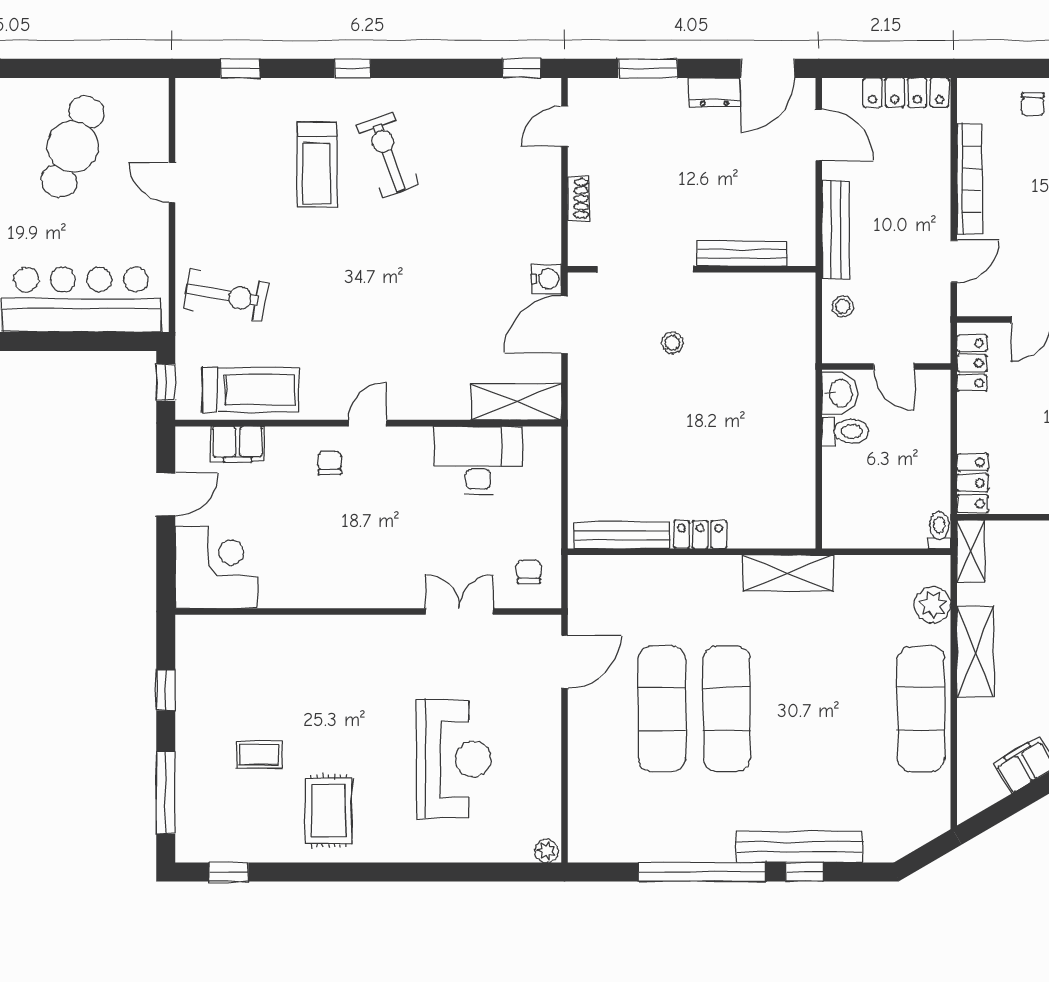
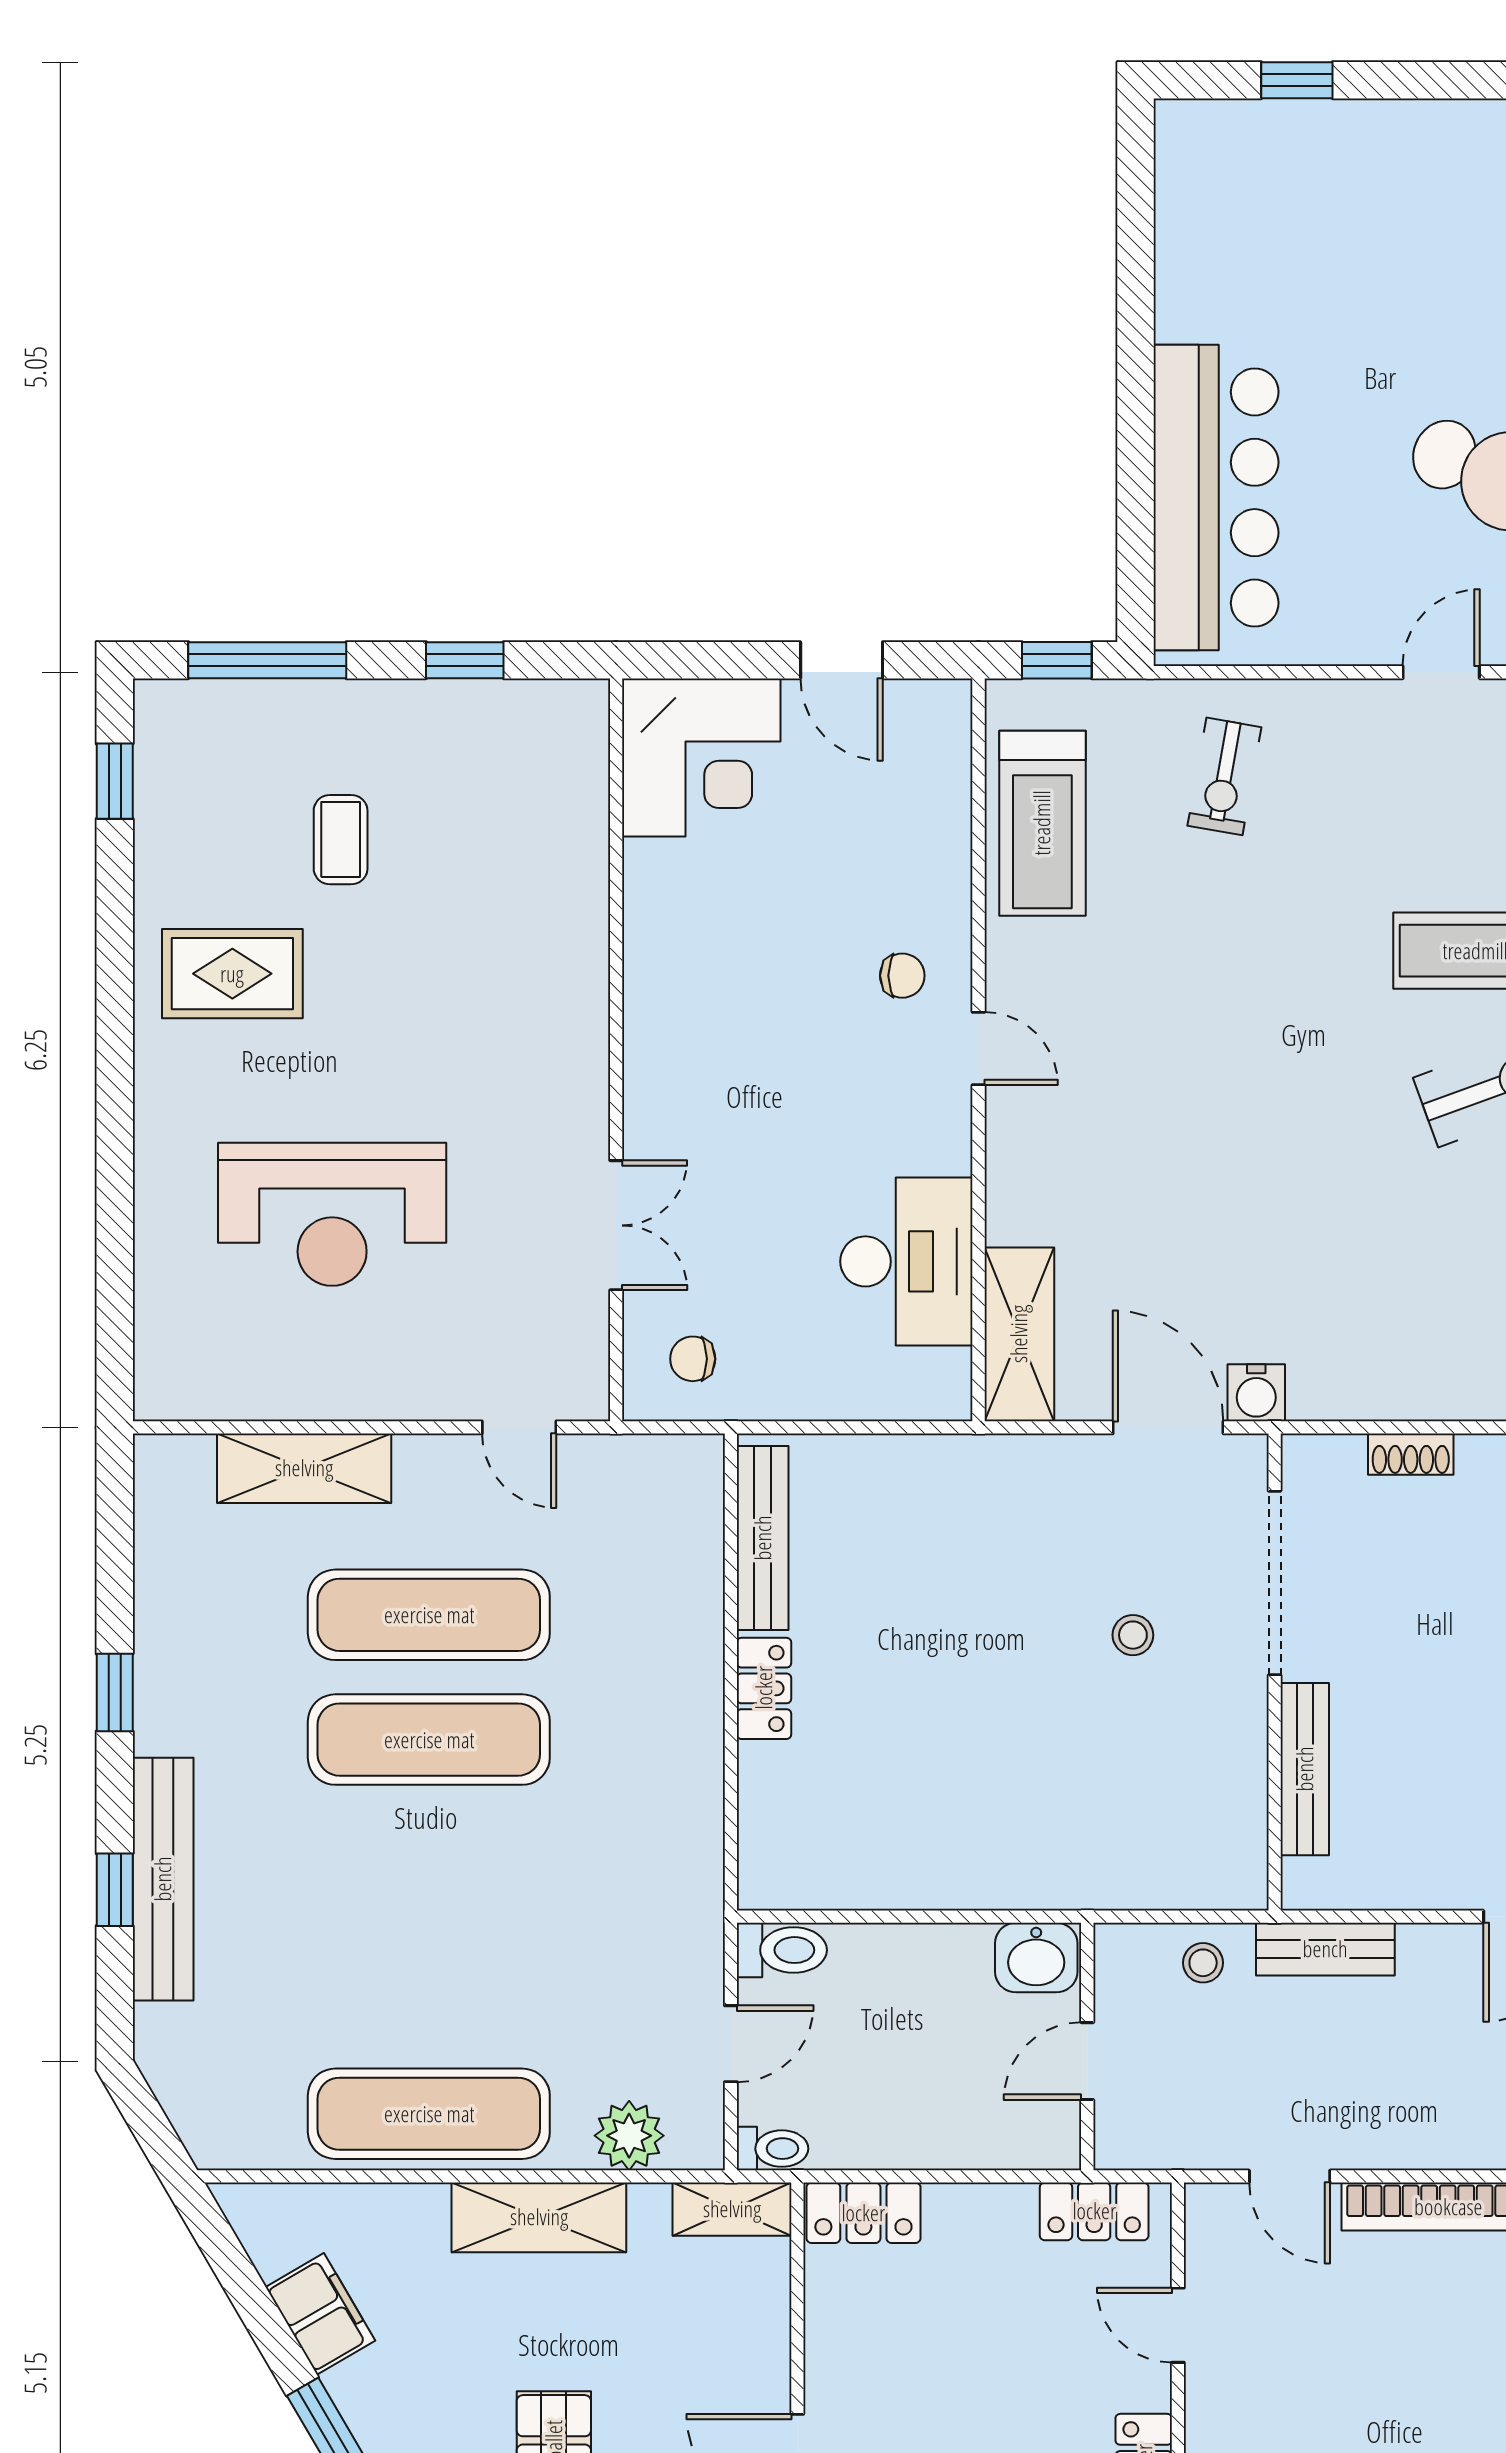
bench: (836, 230) -> (1325, 1949), width x0.73
exercise bike: (226, 295) -> (1224, 776), width x0.73, depth x0.72
toilet: (845, 431) -> (782, 1950), moved, turned -90
filing cabinet: (238, 444) -> (938, 798), removed
door: (885, 552) -> (731, 2044), added
chair: (529, 572) -> (693, 1359), turned 180
shelving: (788, 573) -> (304, 1468), moved, turned 90
door: (564, 662) -> (519, 1427), width x0.73
plant: (547, 851) -> (156, 1393), removed
window: (702, 872) -> (115, 1692), width x0.32

